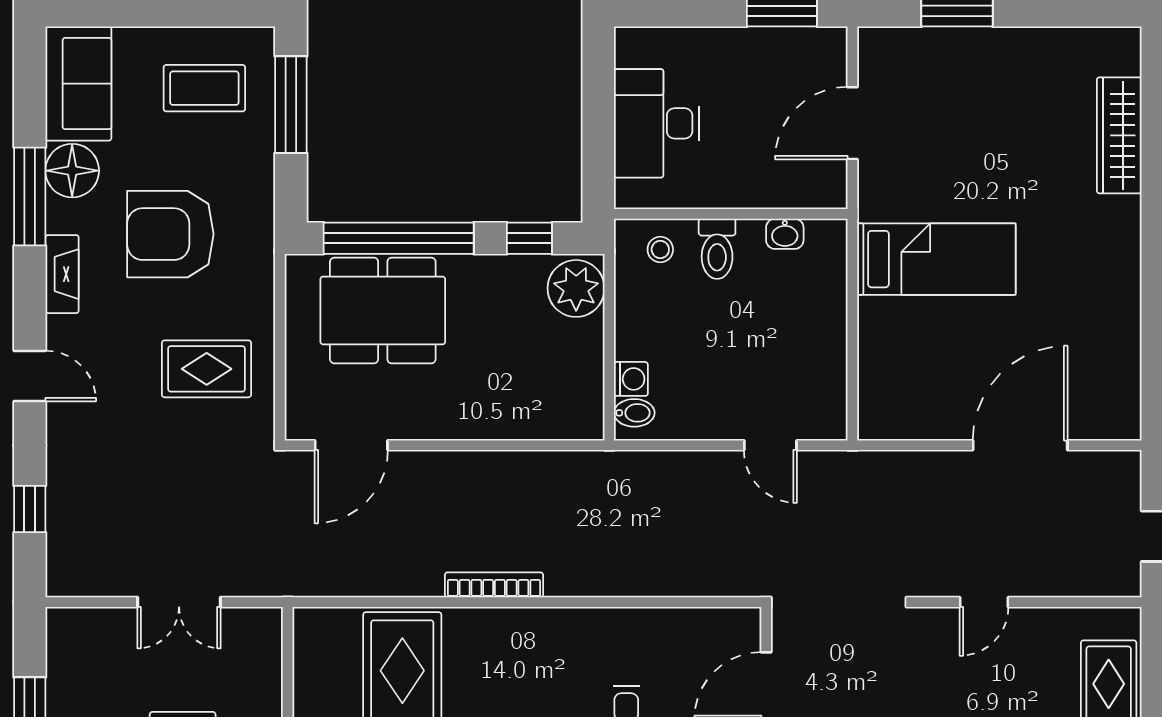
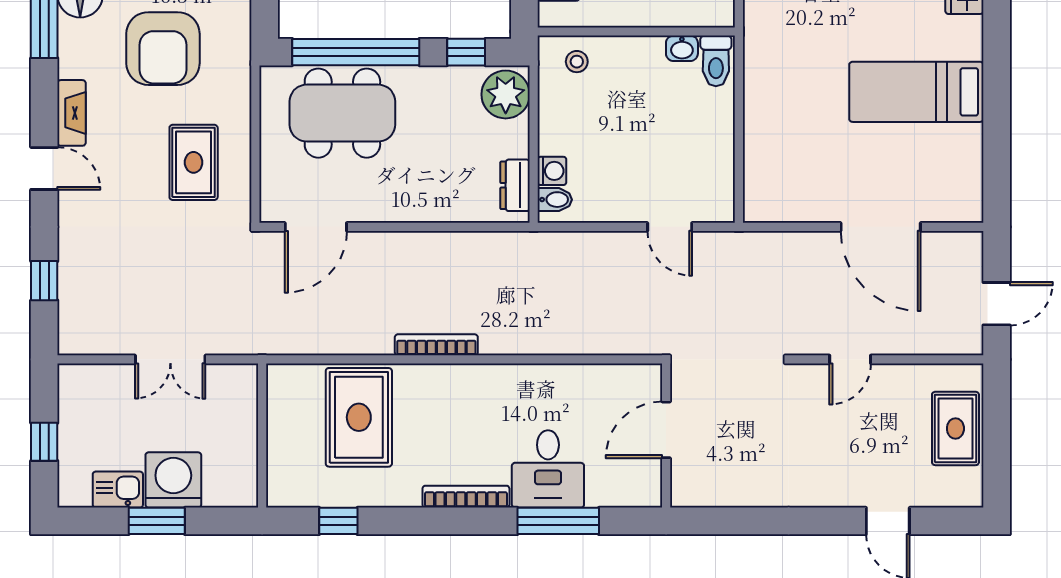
armchair: (170, 234) -> (163, 49), turned -90
toilet: (717, 249) -> (716, 61), moved
bed: (936, 259) -> (916, 92), moved, turned 180
fireplace: (62, 274) -> (72, 113), moved
rug: (207, 369) -> (194, 162), turned 90
dresser: (587, 396) -> (515, 185), added
door: (1020, 445) -> (881, 227), swing flipped

